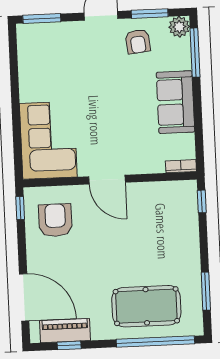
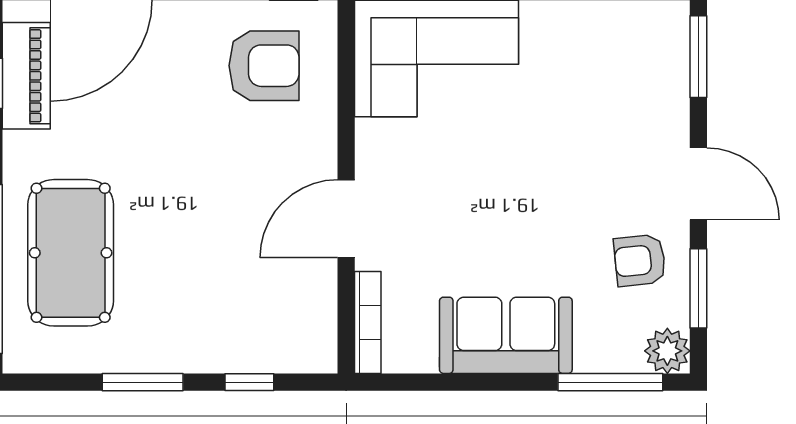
bookcase: (181, 166) -> (368, 322), width x1.56
door: (107, 180) -> (346, 219), moved
window: (202, 201) -> (249, 382), moved
window: (206, 291) -> (143, 382), moved

